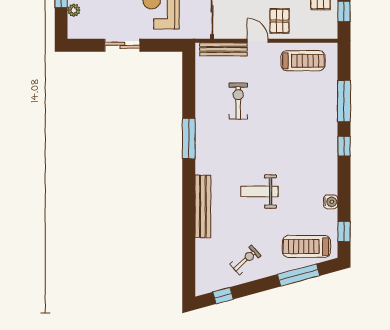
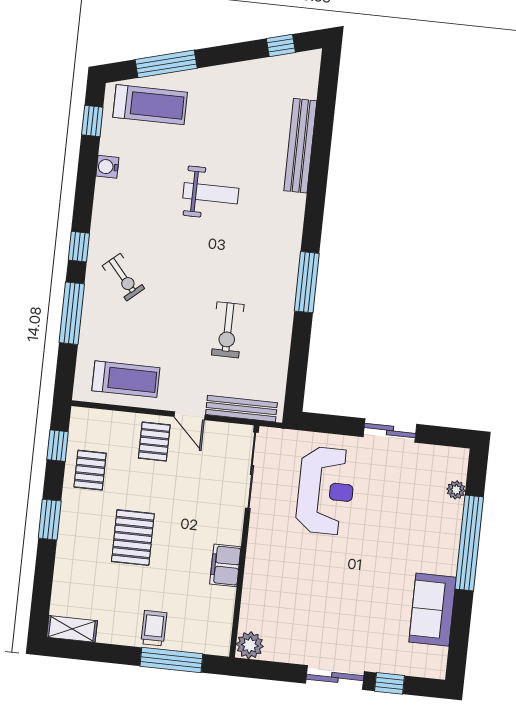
treadmill: (303, 61) -> (126, 379), turned 180
bench: (203, 206) -> (300, 146), moved
exercise bike: (245, 260) -> (123, 277), moved, turned -89

